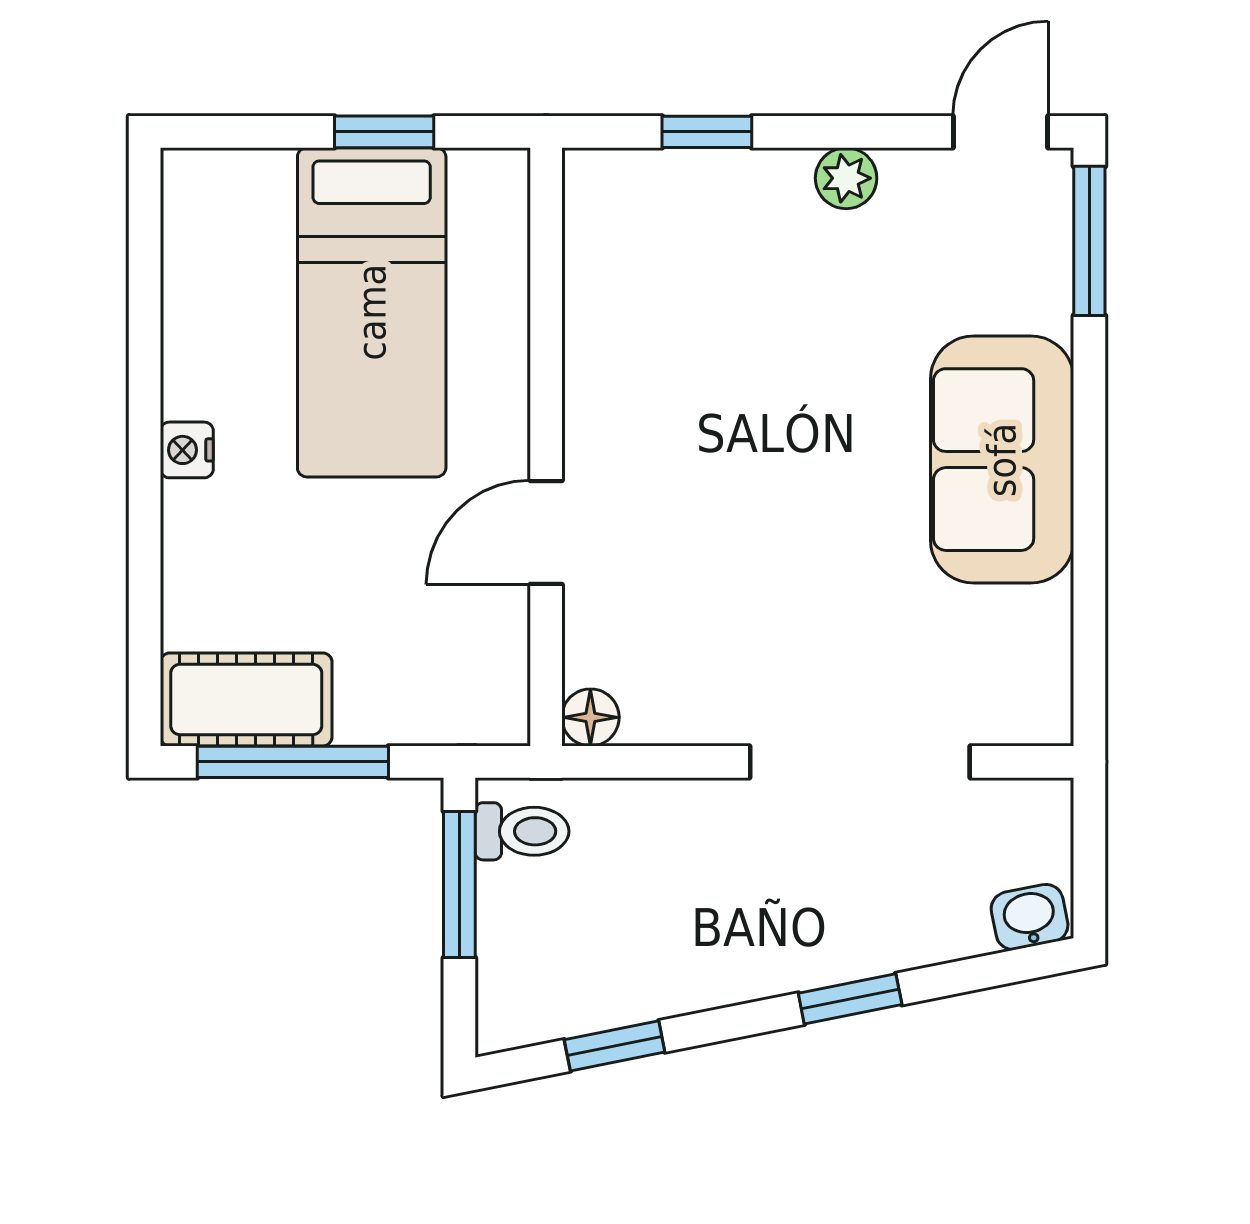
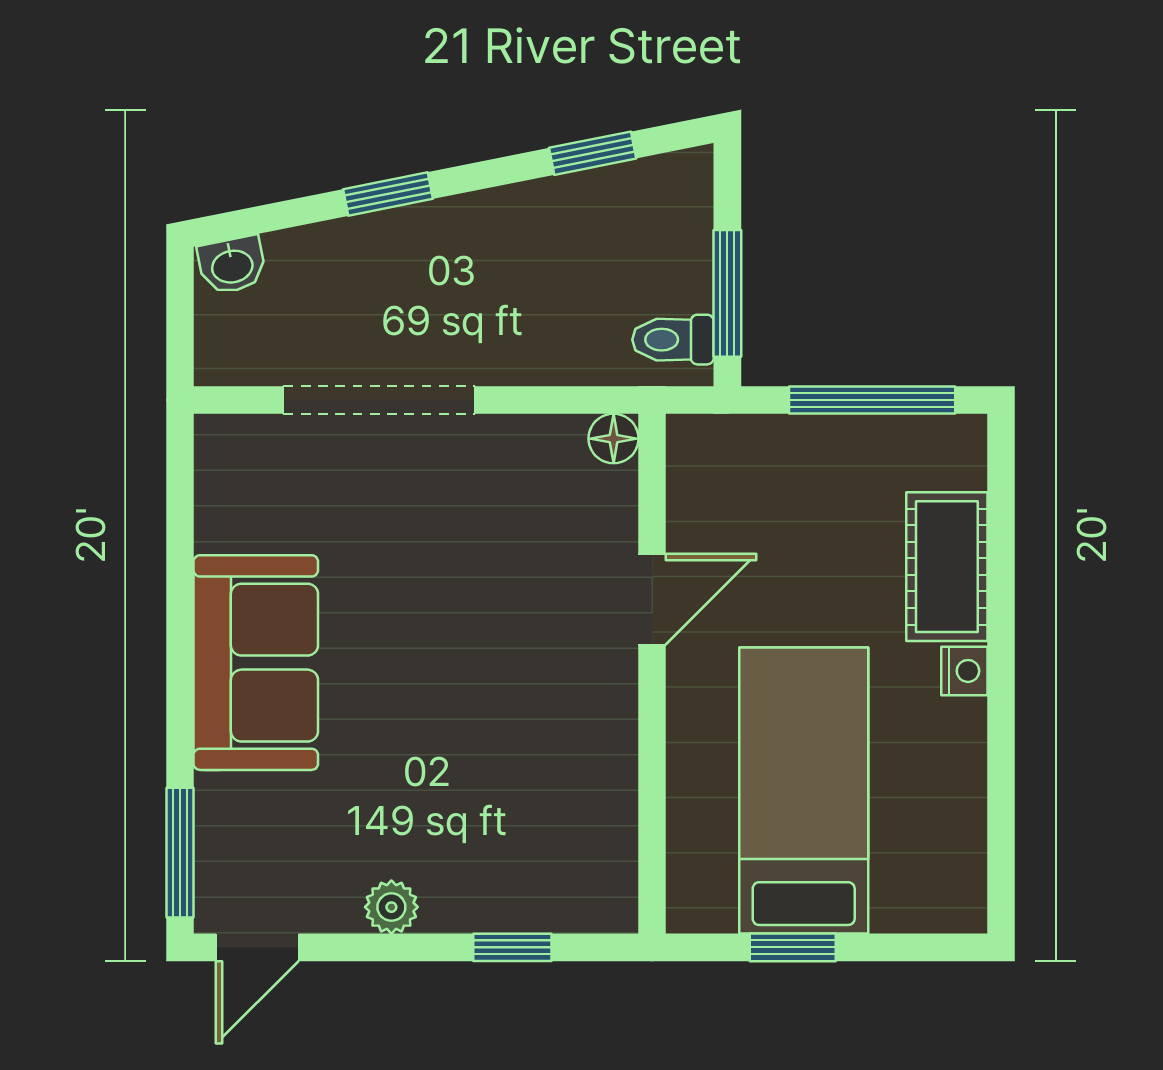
cot: (246, 699) -> (947, 567), moved, turned 90

